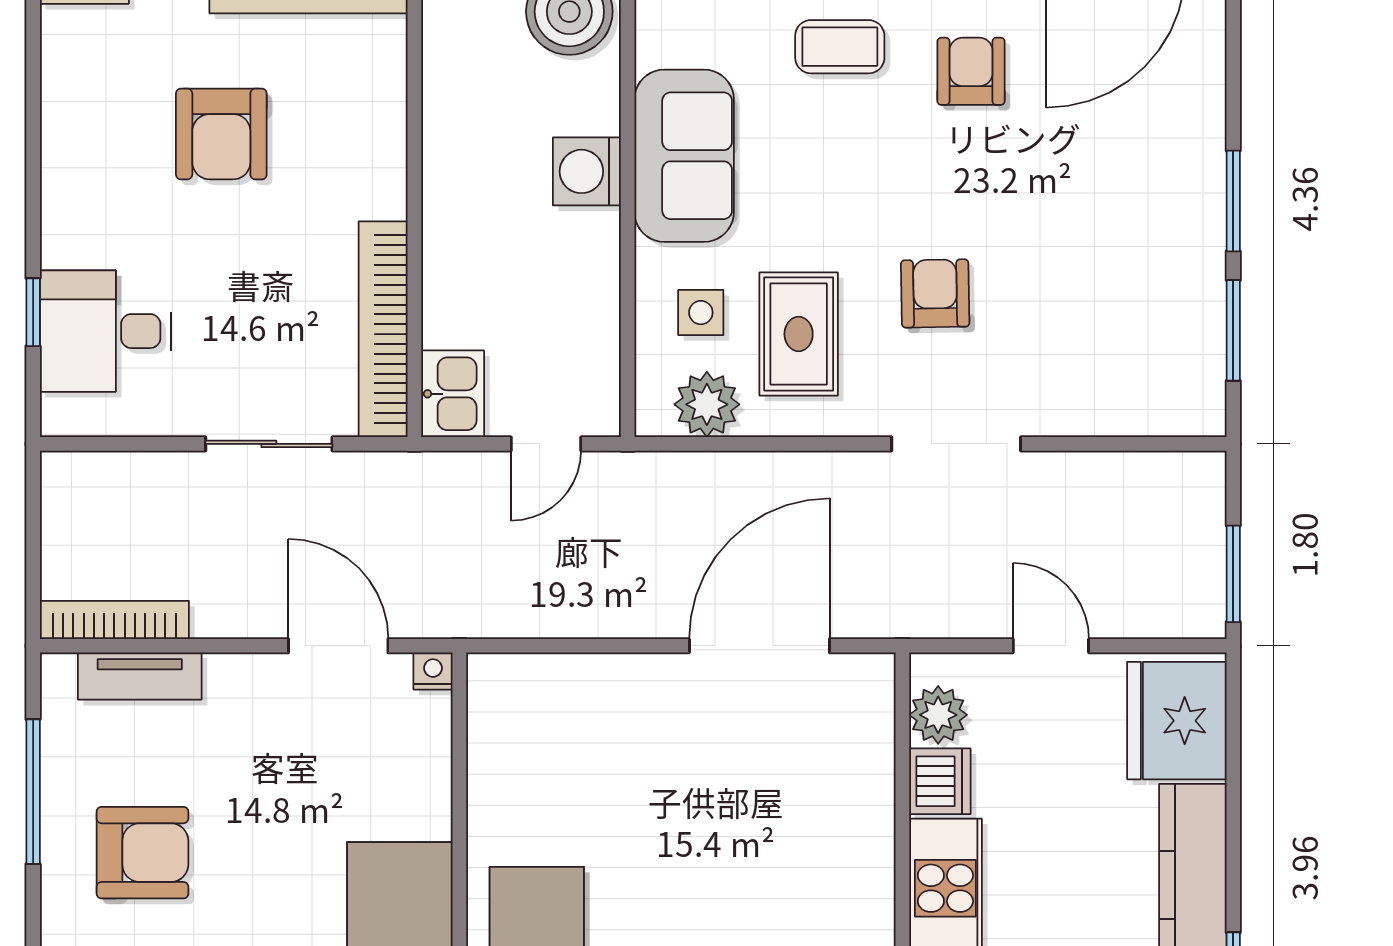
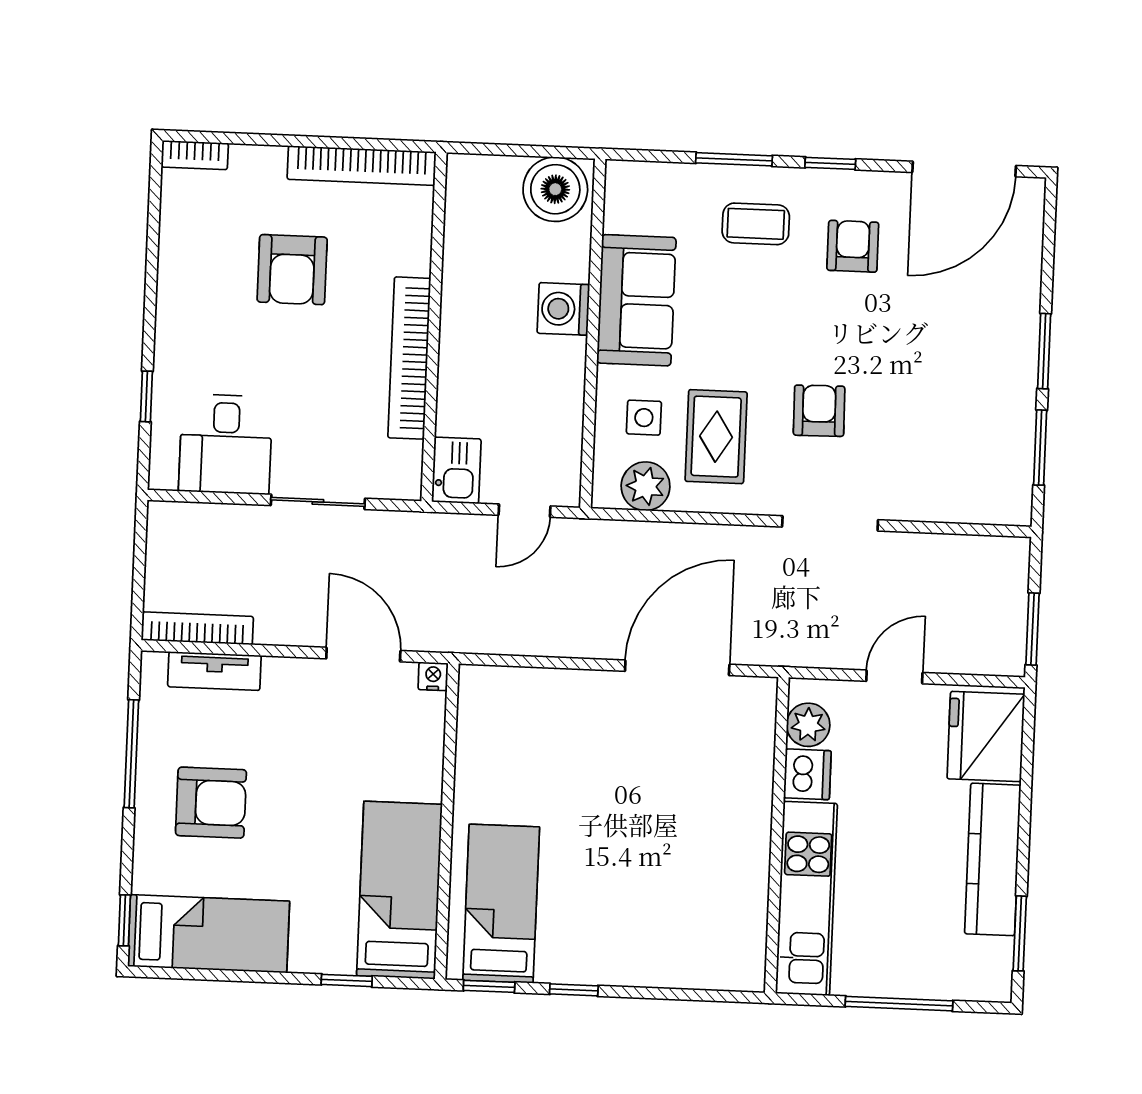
bookcase: (383, 329) -> (409, 358), moved
desk: (105, 331) -> (226, 444), moved, turned -90
door: (1051, 646) -> (894, 677), hinge flipped

